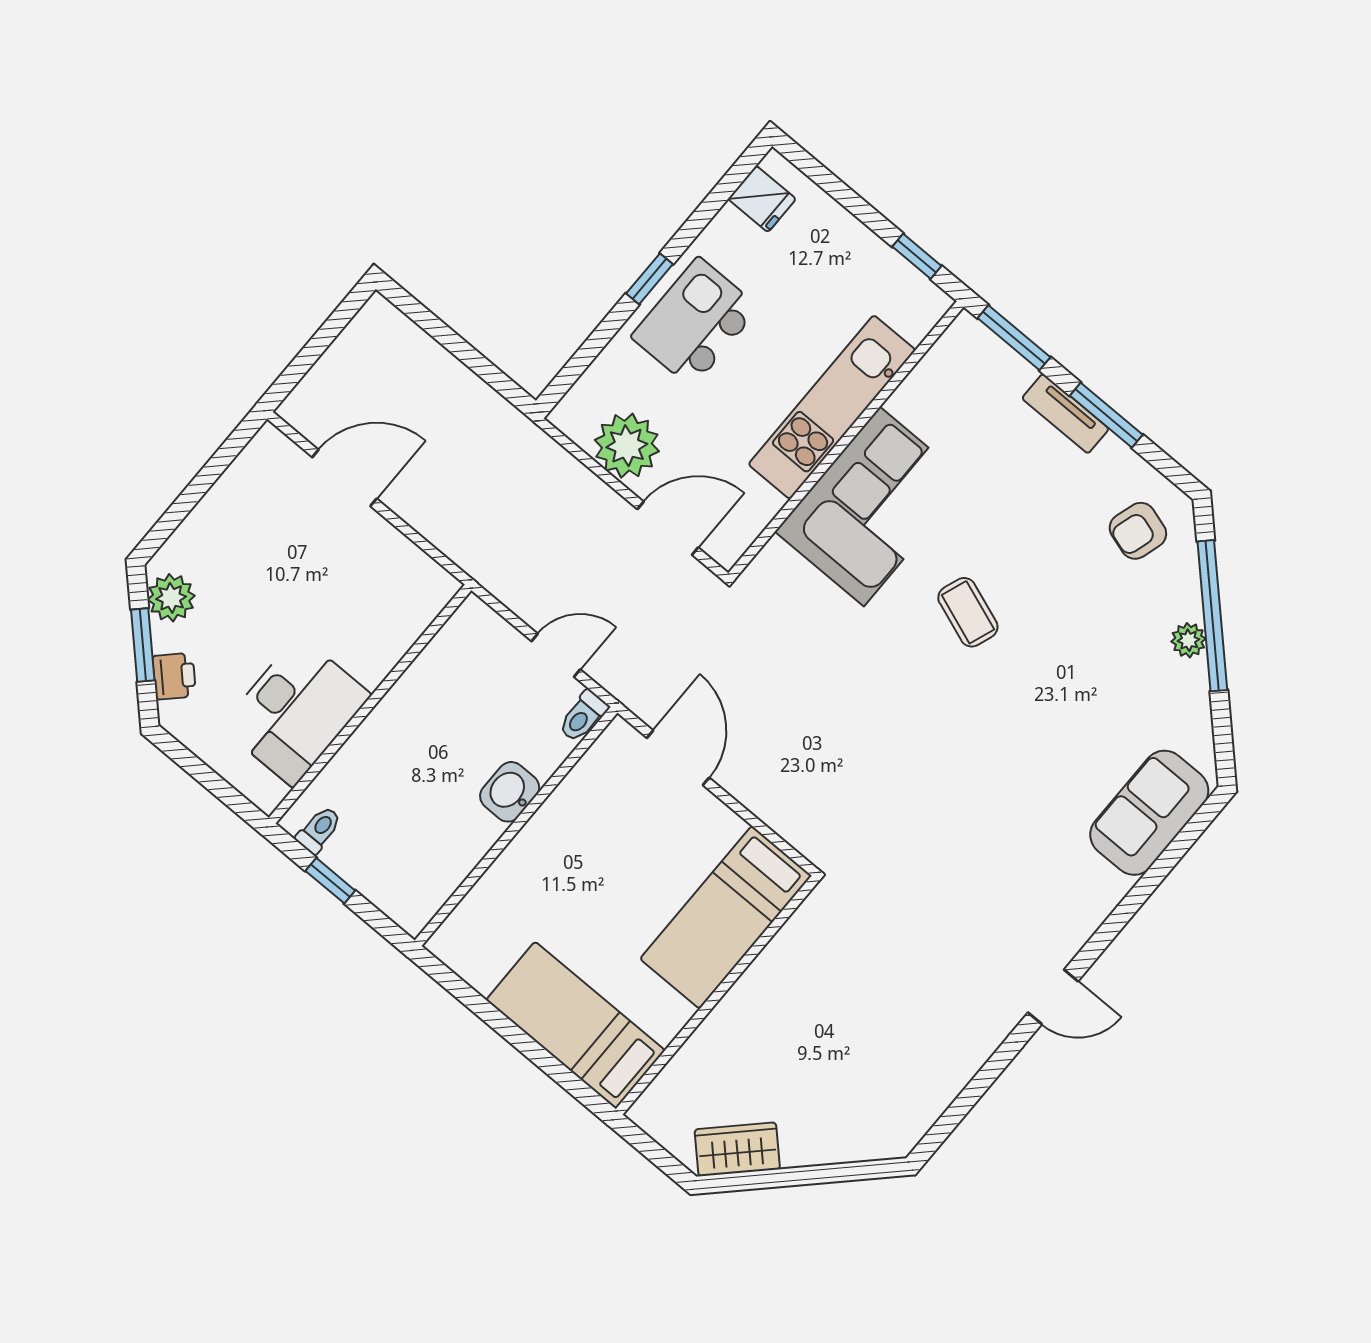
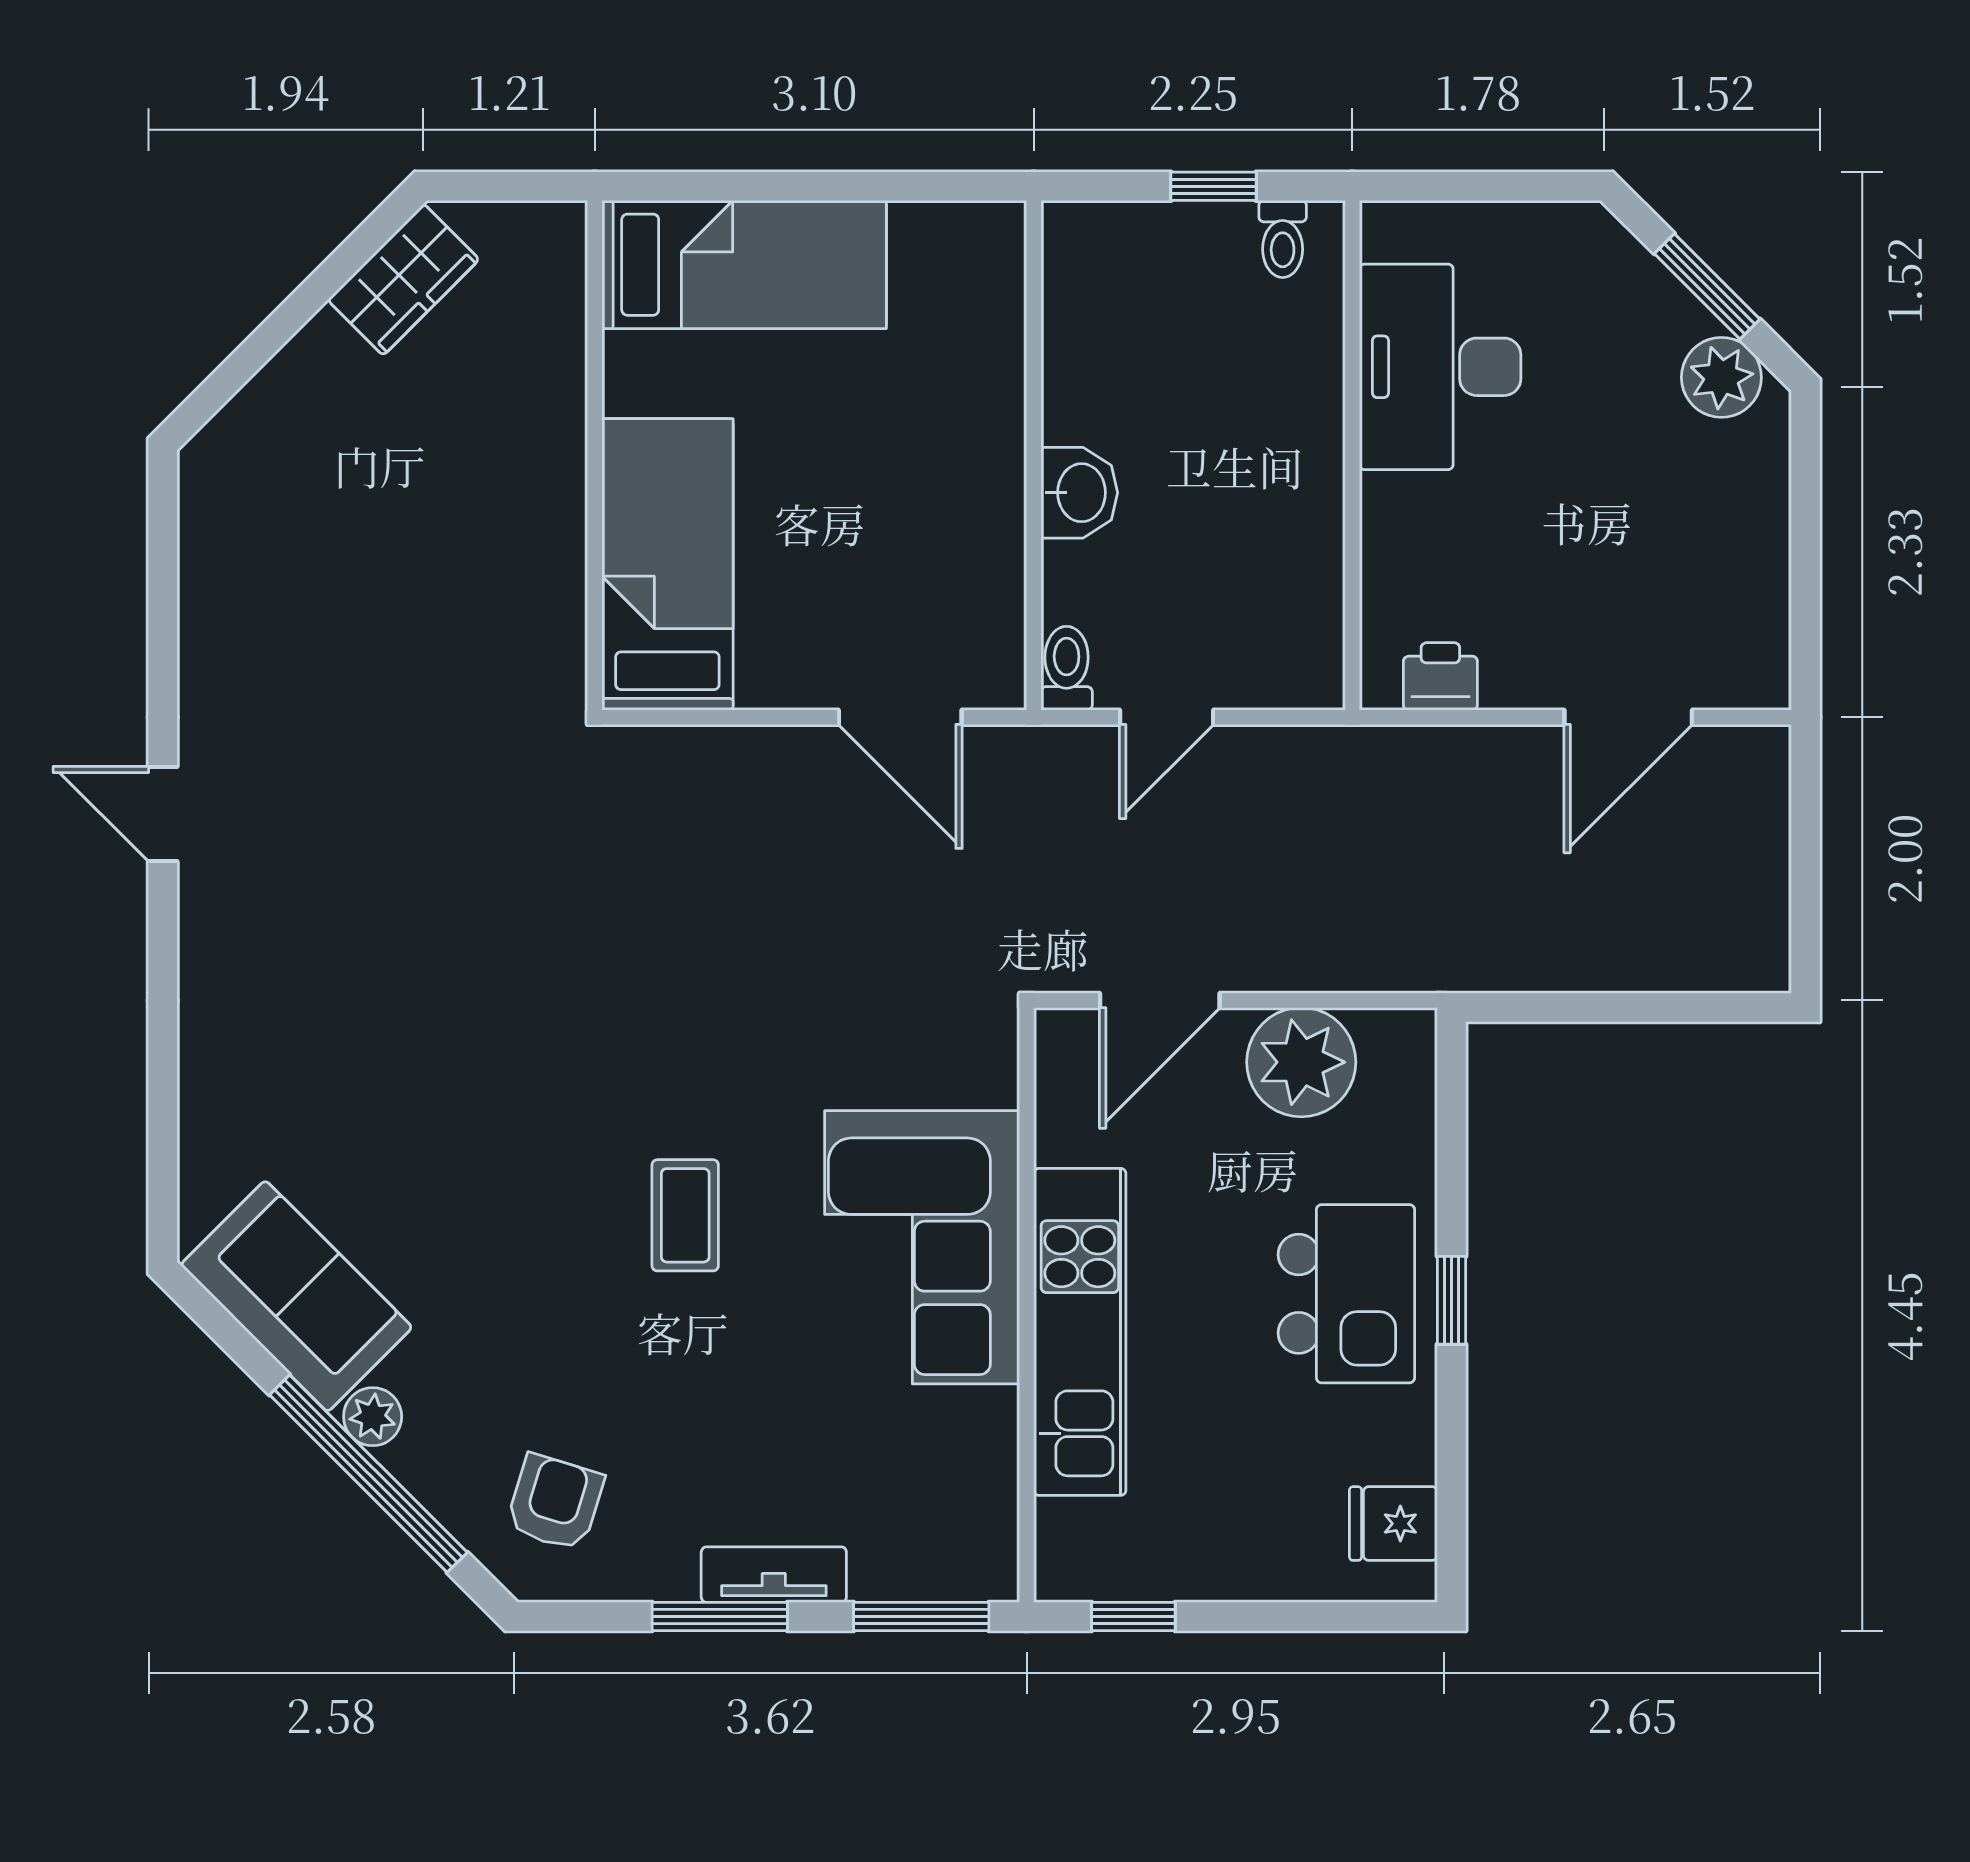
coffee table: (968, 612) -> (685, 1215), turned 70
printer: (174, 676) -> (1440, 676), moved, turned 135
sofa: (1149, 813) -> (296, 1296), moved, turned -45
door: (1053, 997) -> (163, 814), hinge flipped

